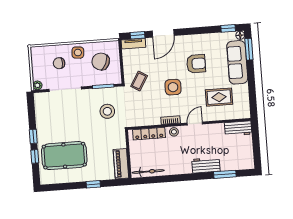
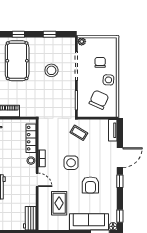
door: (163, 33) -> (120, 158), swing flipped
window: (138, 35) -> (120, 181), moved
stool: (107, 111) -> (51, 70), moved
window: (33, 136) -> (50, 34), moved

